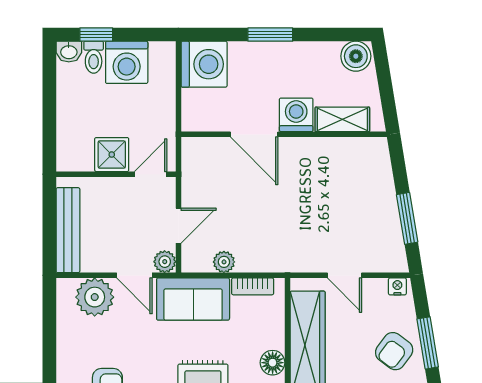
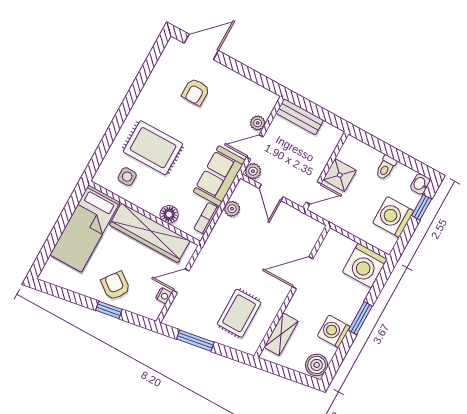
toilet: (94, 57) -> (386, 168), moved, turned -90
washing machine: (296, 115) -> (334, 331), moved, turned 180
door: (151, 174) -> (314, 193), hinge flipped
rug: (345, 184) -> (239, 313), added
bench: (68, 230) -> (300, 117), width x0.73
nightstand: (397, 286) -> (164, 296), moved
plant: (95, 297) -> (258, 123), width x0.53, depth x0.53
window: (428, 343) -> (109, 310), width x0.67
floor lamp: (273, 363) -> (169, 214), moved

